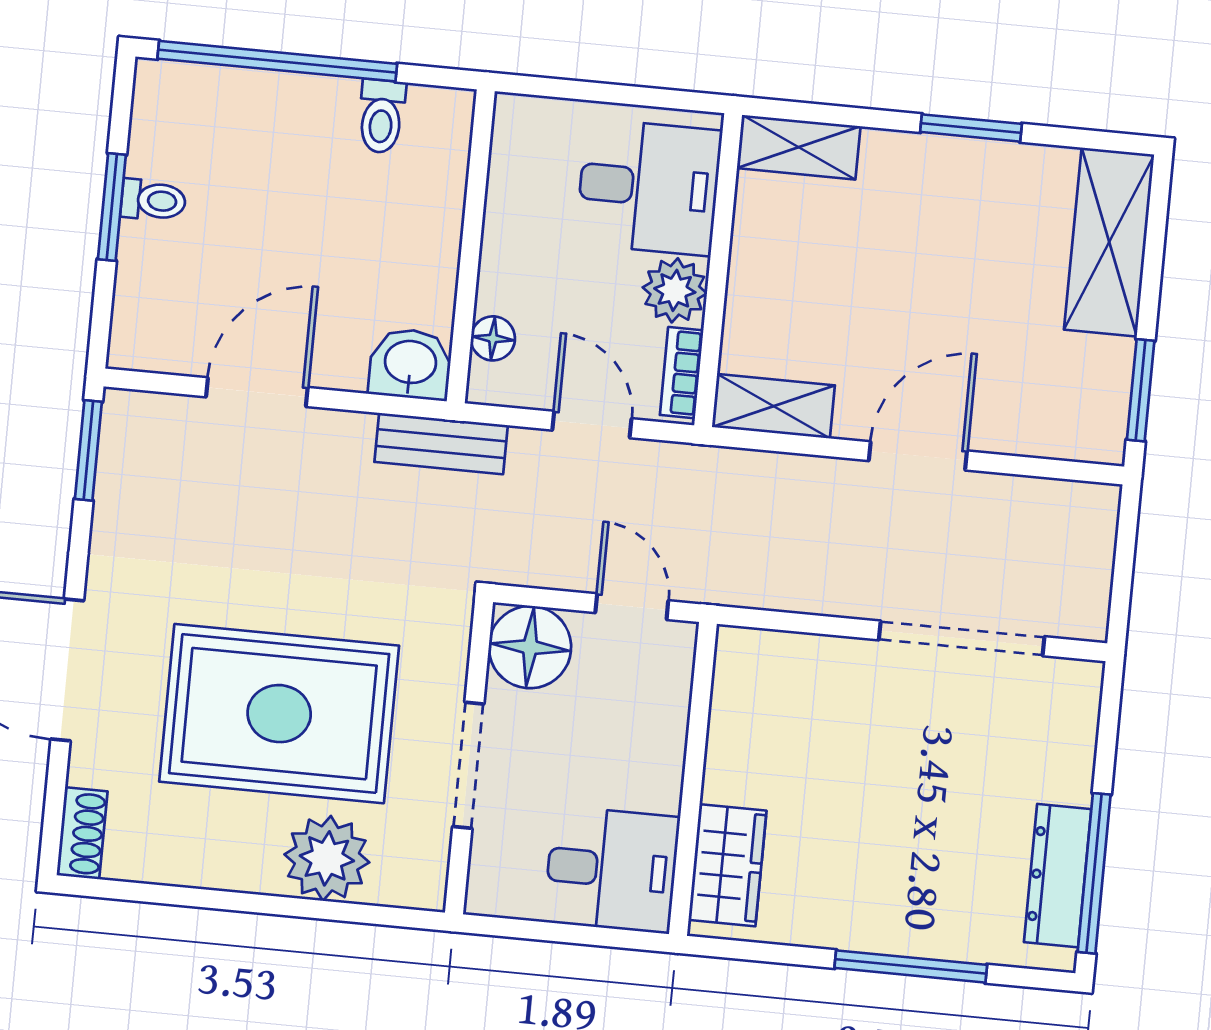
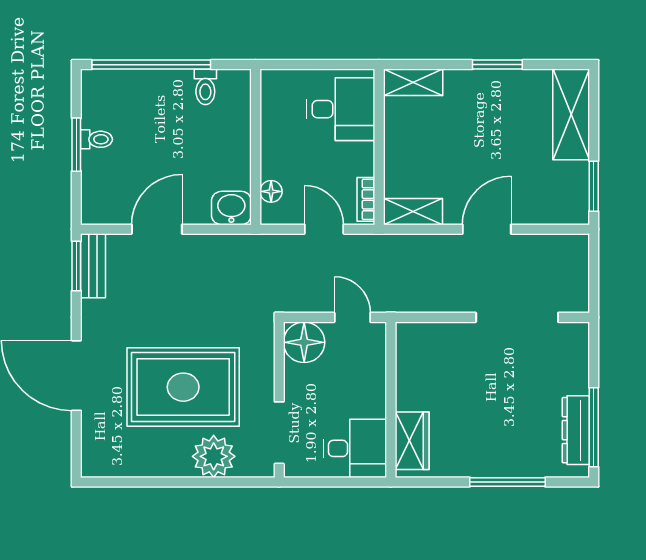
plant: (675, 290) -> (359, 159), removed
bench: (441, 444) -> (93, 266), moved, turned 90
doorway: (468, 765) -> (279, 433), moved
shoe rack: (82, 833) -> (91, 456), removed

